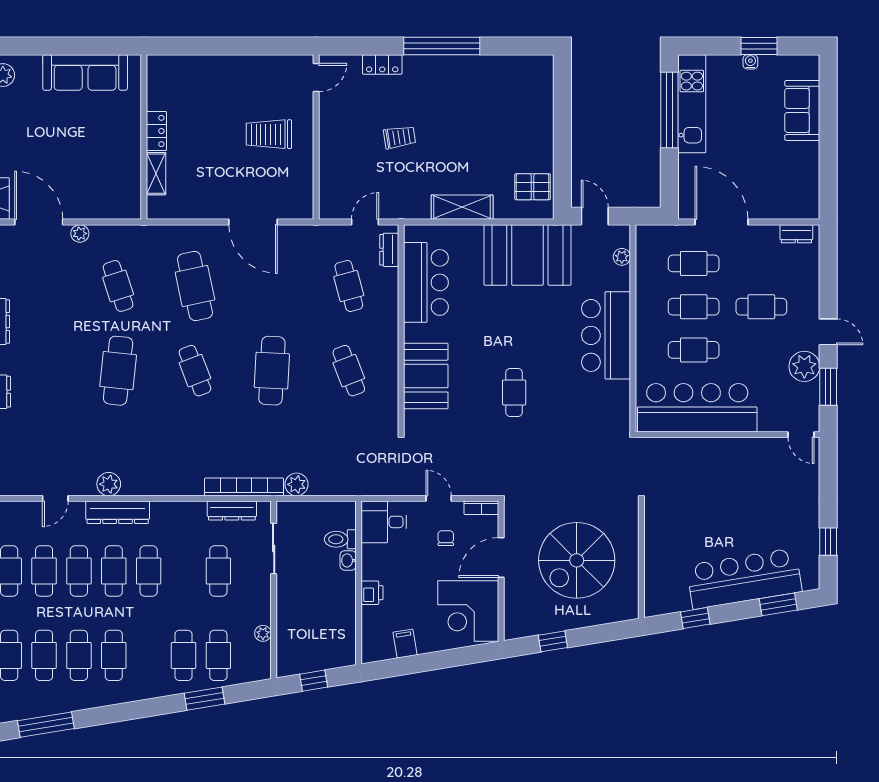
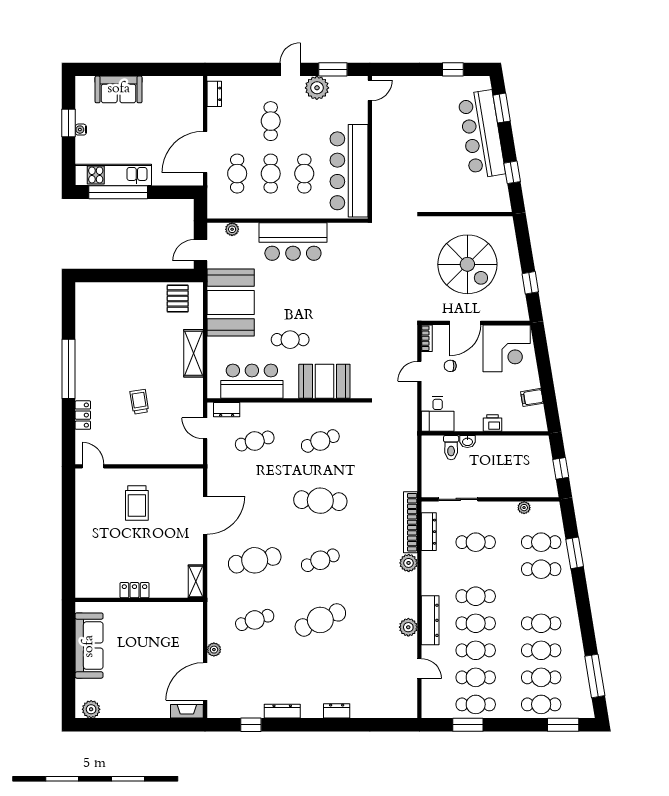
shelving: (156, 174) -> (196, 581), moved, turned 90
cafe table: (118, 371) -> (320, 620), turned -30
cafe table: (514, 393) -> (290, 340), moved
plant: (297, 484) -> (409, 563), moved
door: (501, 557) -> (465, 323), hinge flipped

